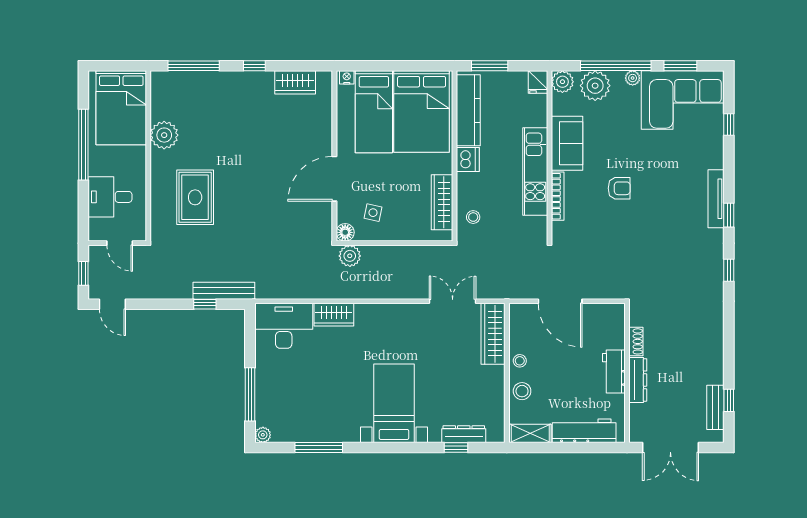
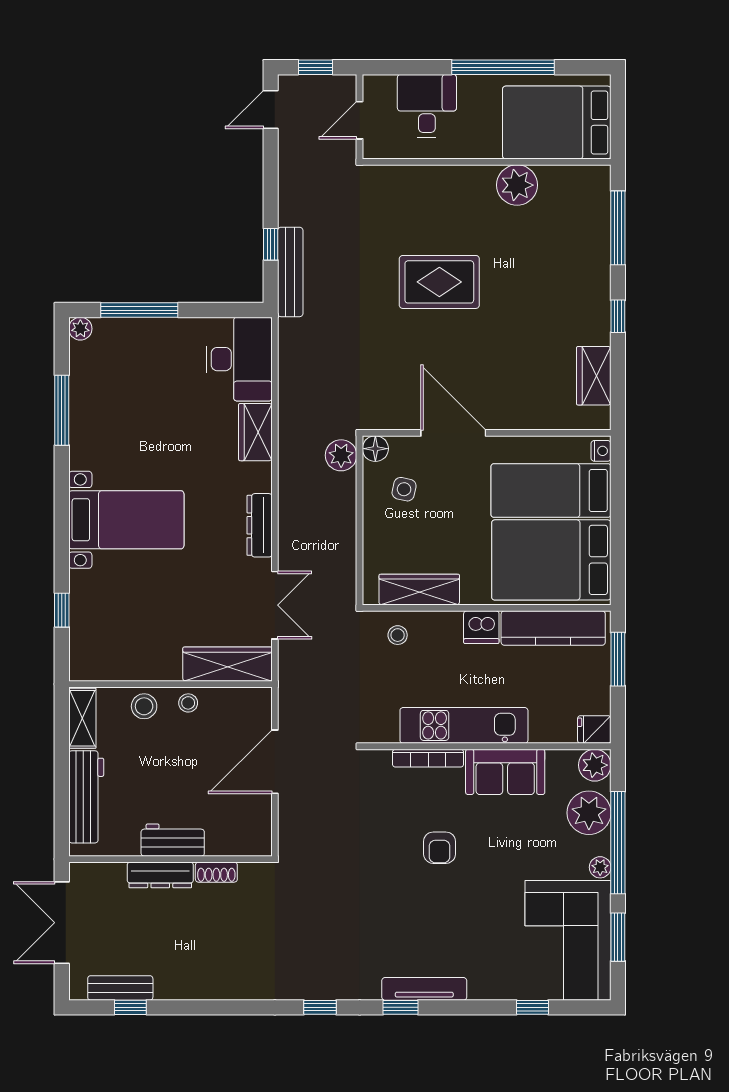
rug: (195, 197) -> (439, 282), moved
dresser: (464, 434) -> (260, 525), moved, turned 180

